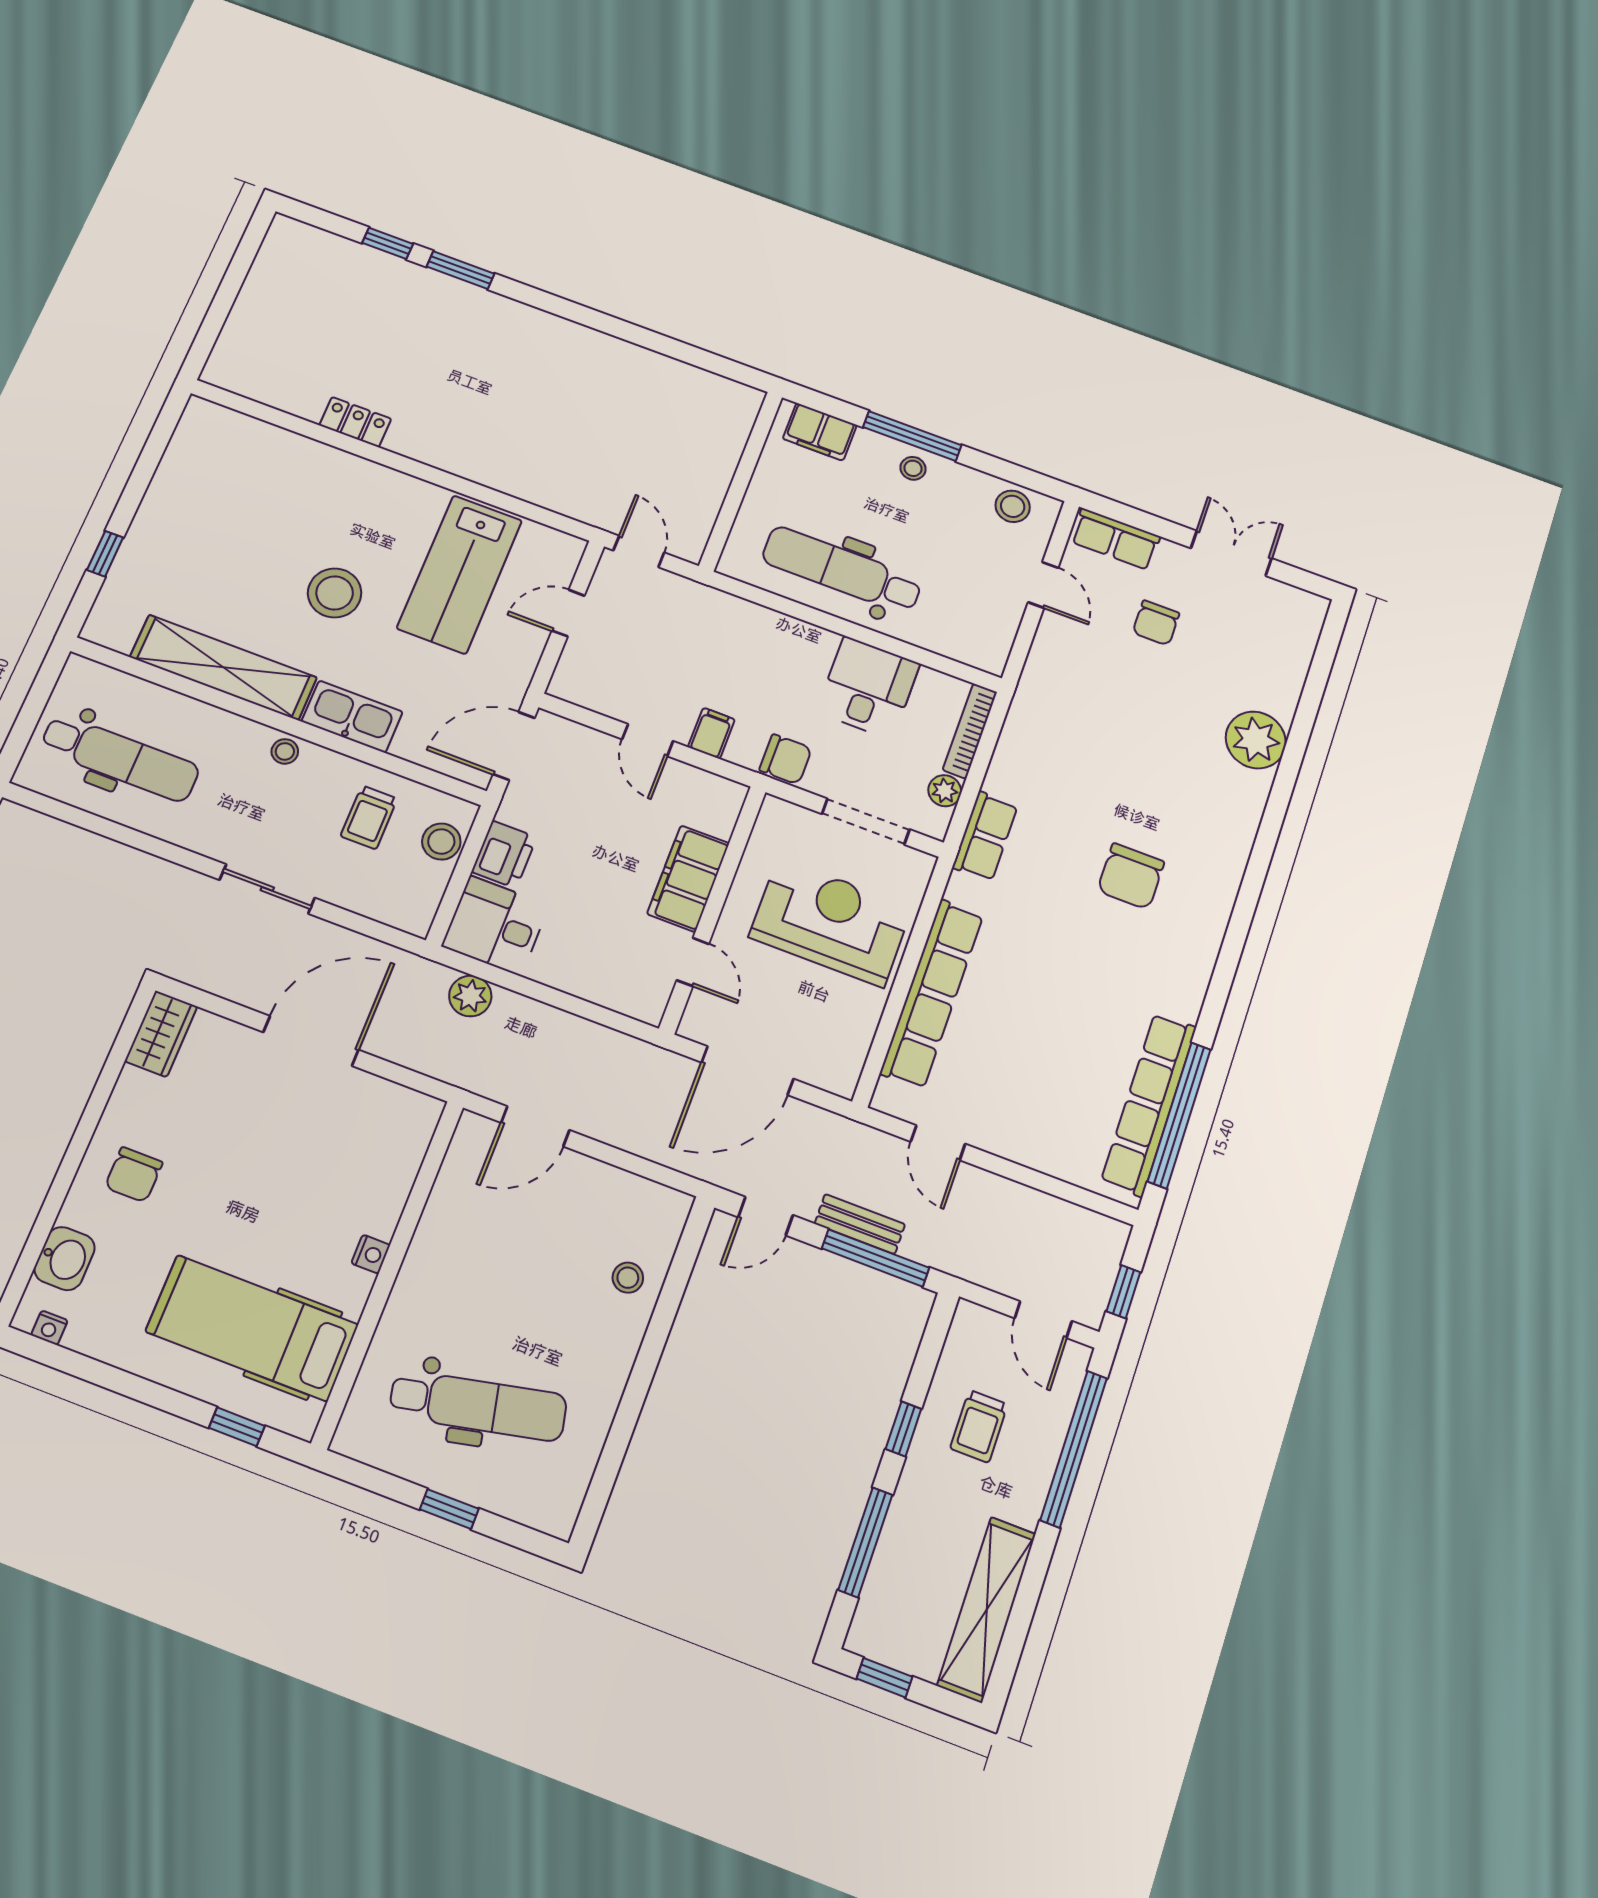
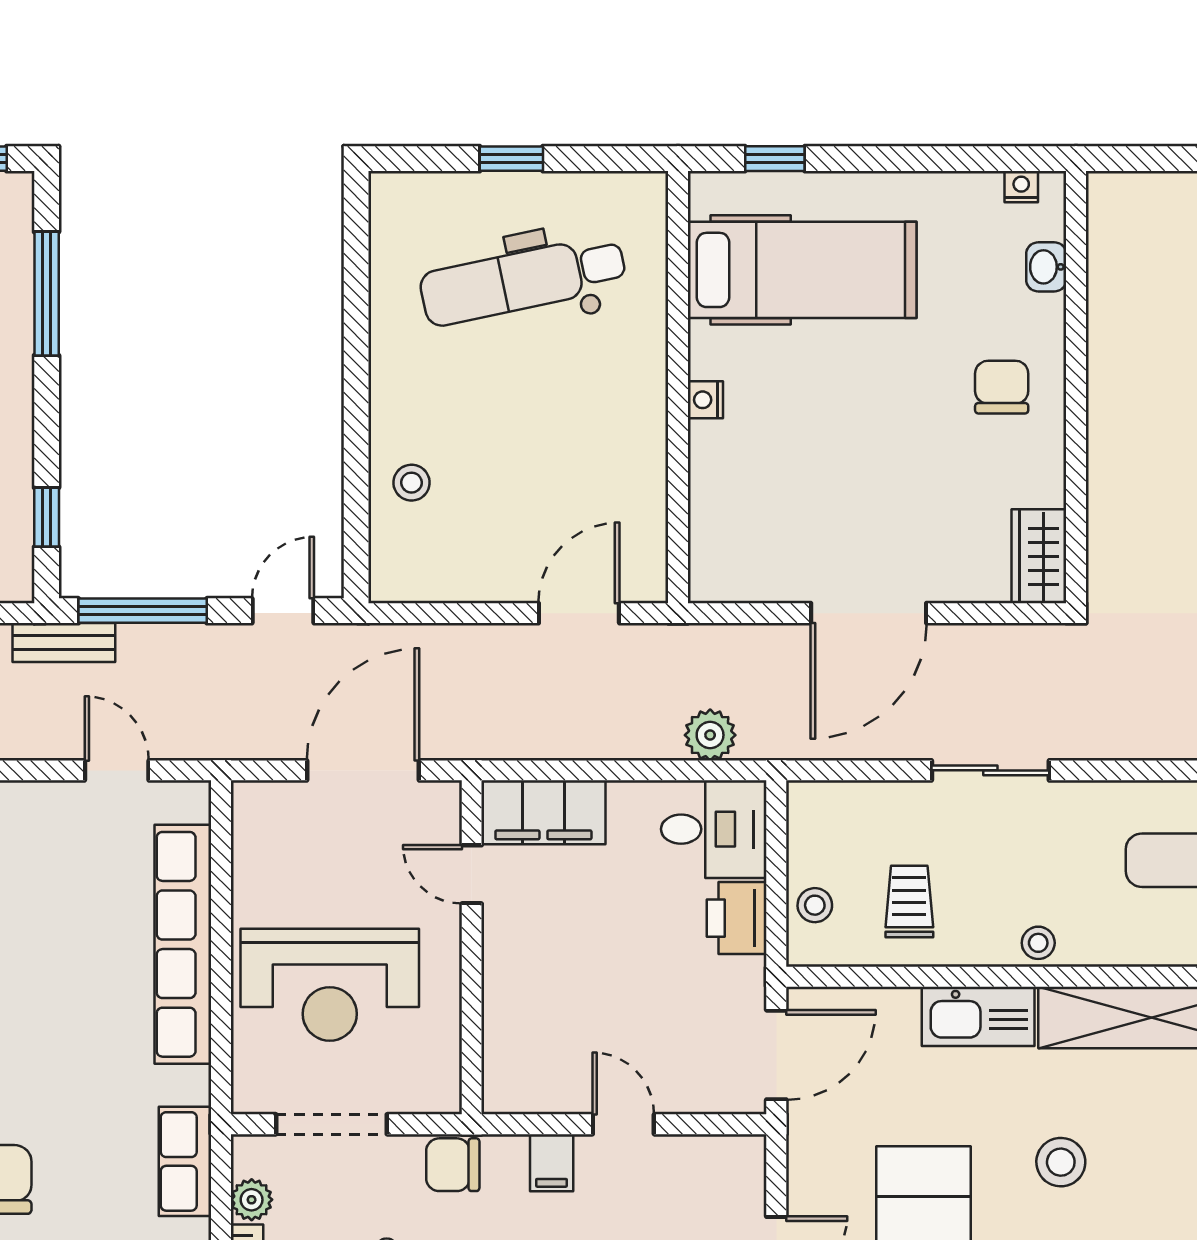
stool: (335, 593) -> (1061, 1162), width x0.73, depth x0.73
stool: (441, 842) -> (815, 905), width x0.73, depth x0.73
filing cabinet: (688, 879) -> (543, 812), moved, turned 90
bench: (860, 1224) -> (64, 643), moved
washbasin: (65, 1259) -> (1046, 267), width x0.72, depth x0.69
window: (903, 1429) -> (47, 517), moved

